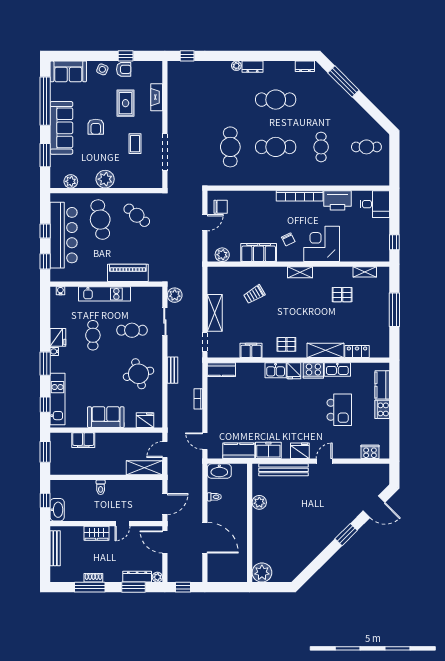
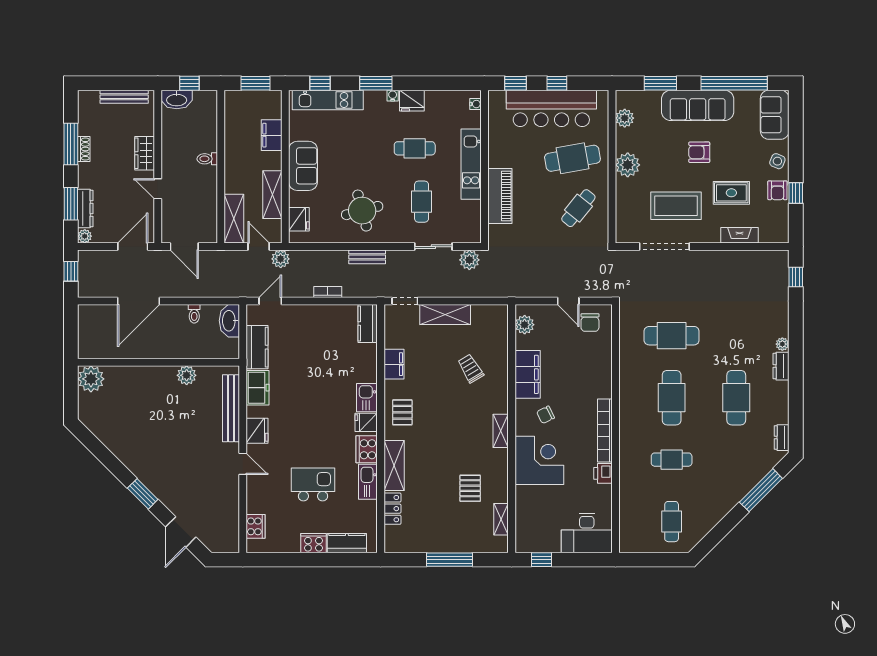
coffee table: (135, 144) -> (676, 206), width x1.86, depth x1.72
printer: (338, 200) -> (603, 473), width x0.53, depth x0.68
desk: (375, 204) -> (587, 533), width x1.37
kitchen island: (339, 410) -> (313, 484), turned 180
plant: (174, 434) -> (281, 259), added
shelving: (127, 440) -> (272, 195), added

